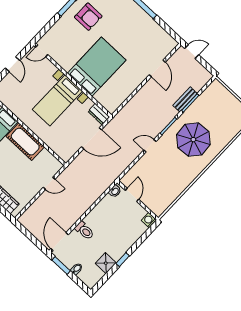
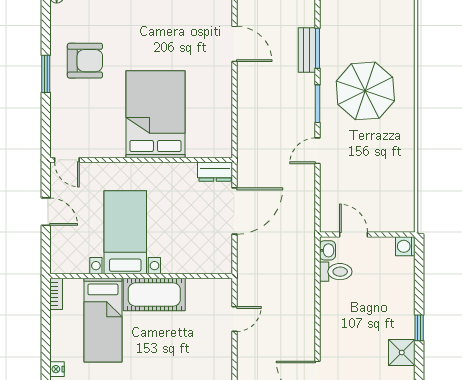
door: (42, 51) -> (67, 160), hinge flipped
bed with nightstands: (57, 100) -> (125, 232), moved, turned 180
toilet: (84, 230) -> (336, 272), moved

